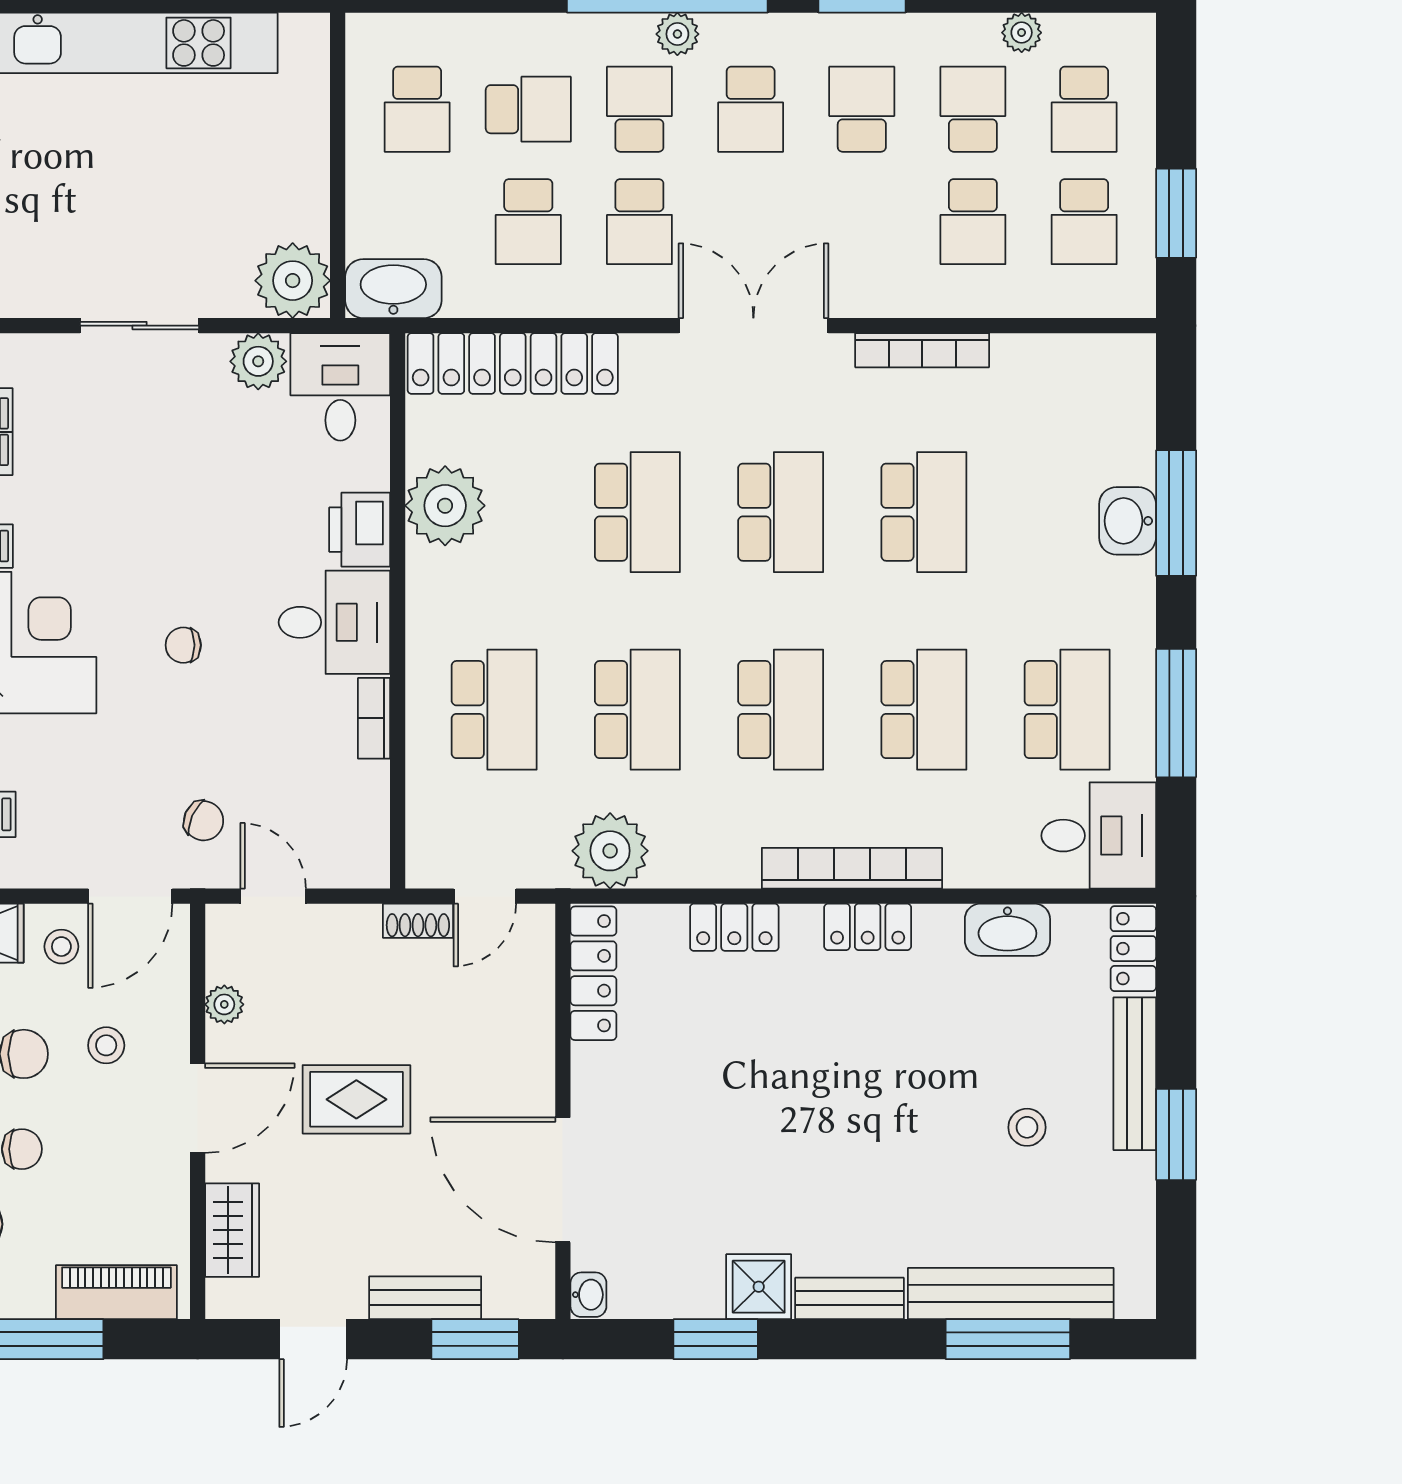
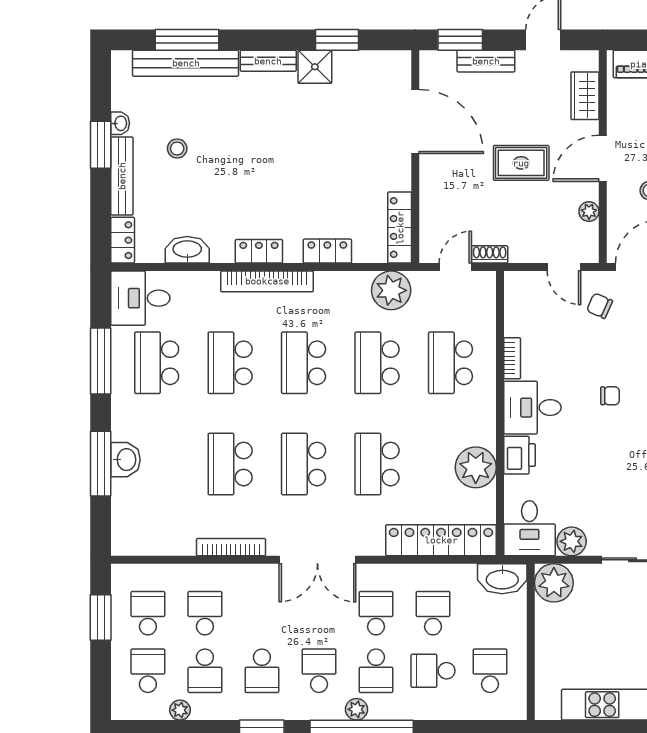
washbasin: (588, 1295) -> (120, 123), moved, turned 180

